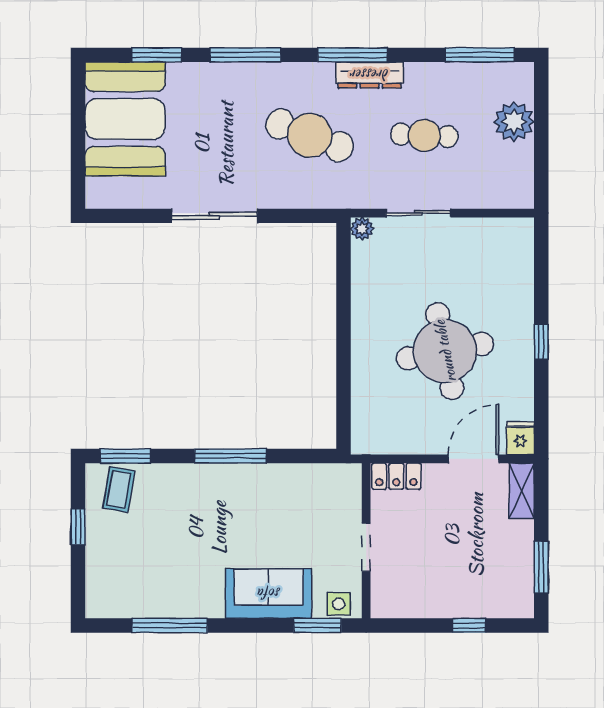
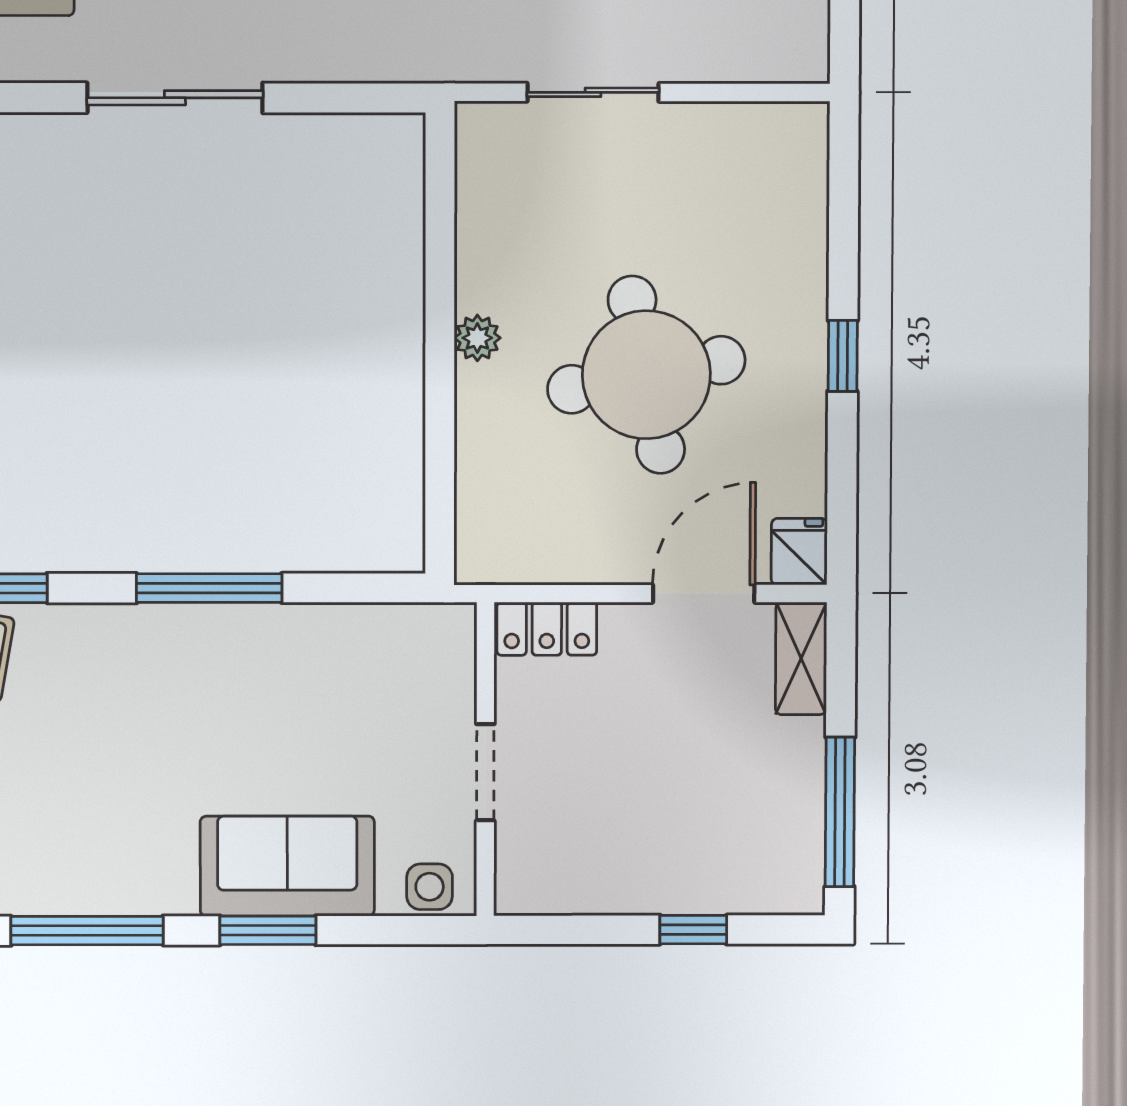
plant: (362, 229) -> (477, 338), moved
window: (541, 567) -> (840, 812), width x1.44
window: (317, 625) -> (268, 930), moved

